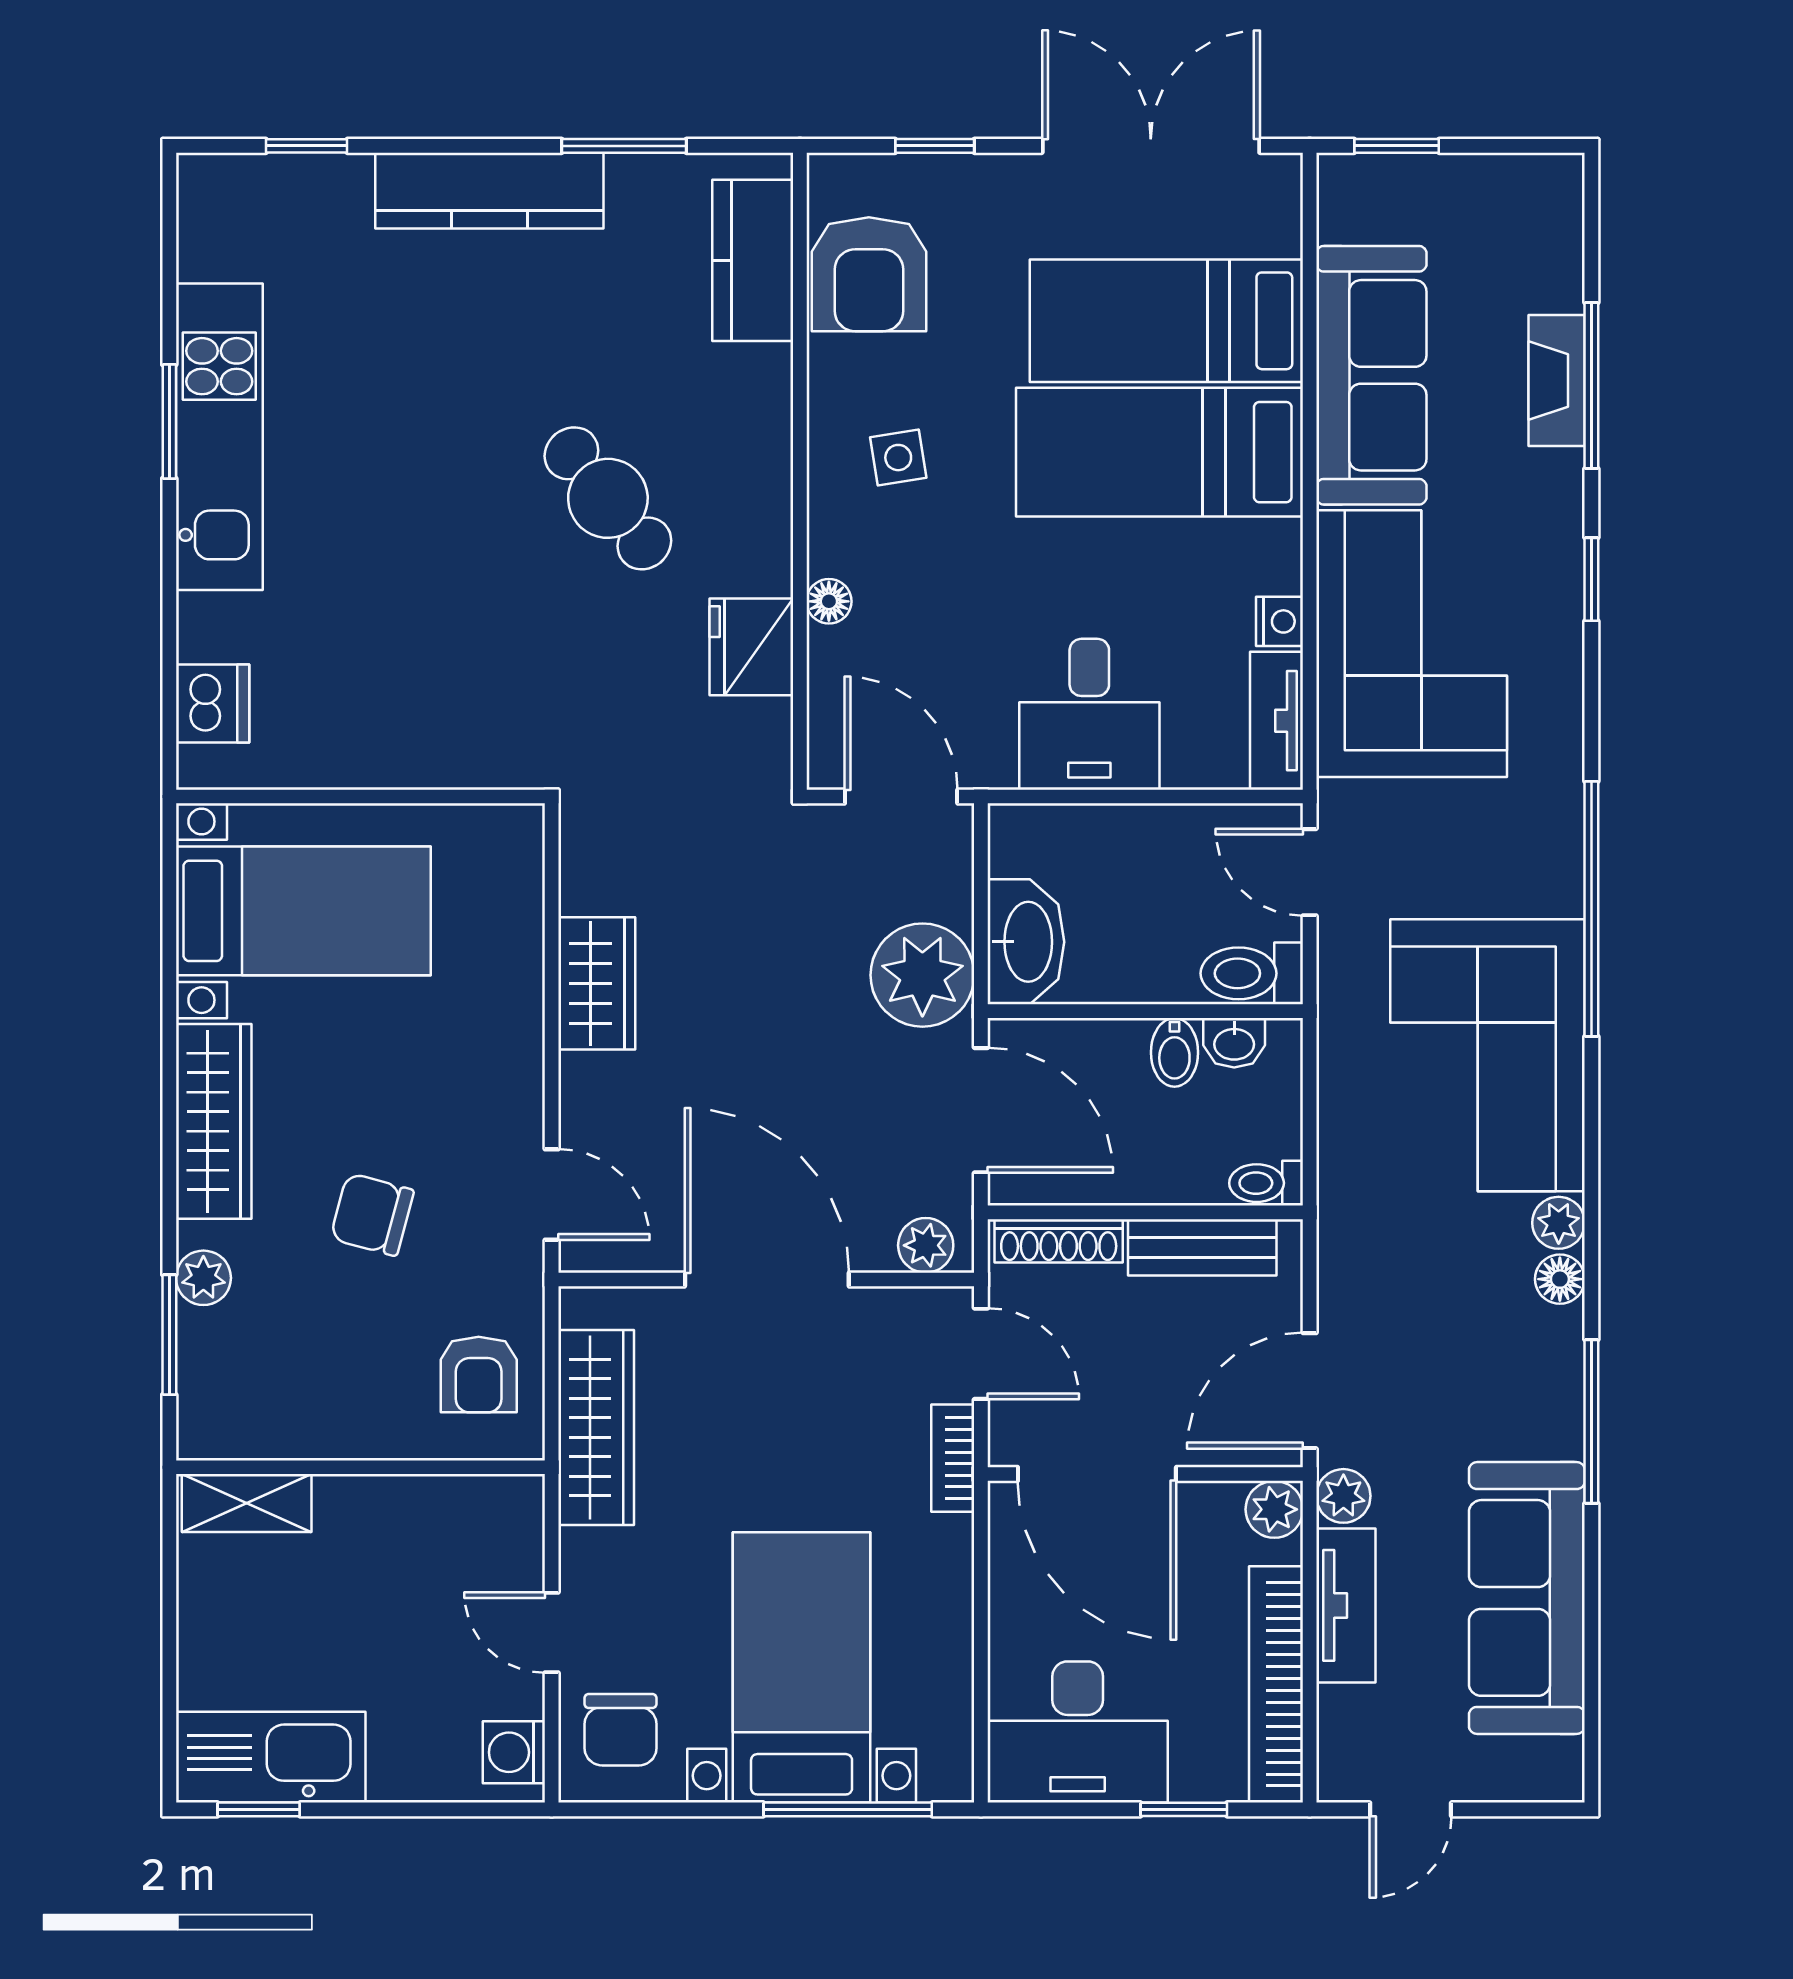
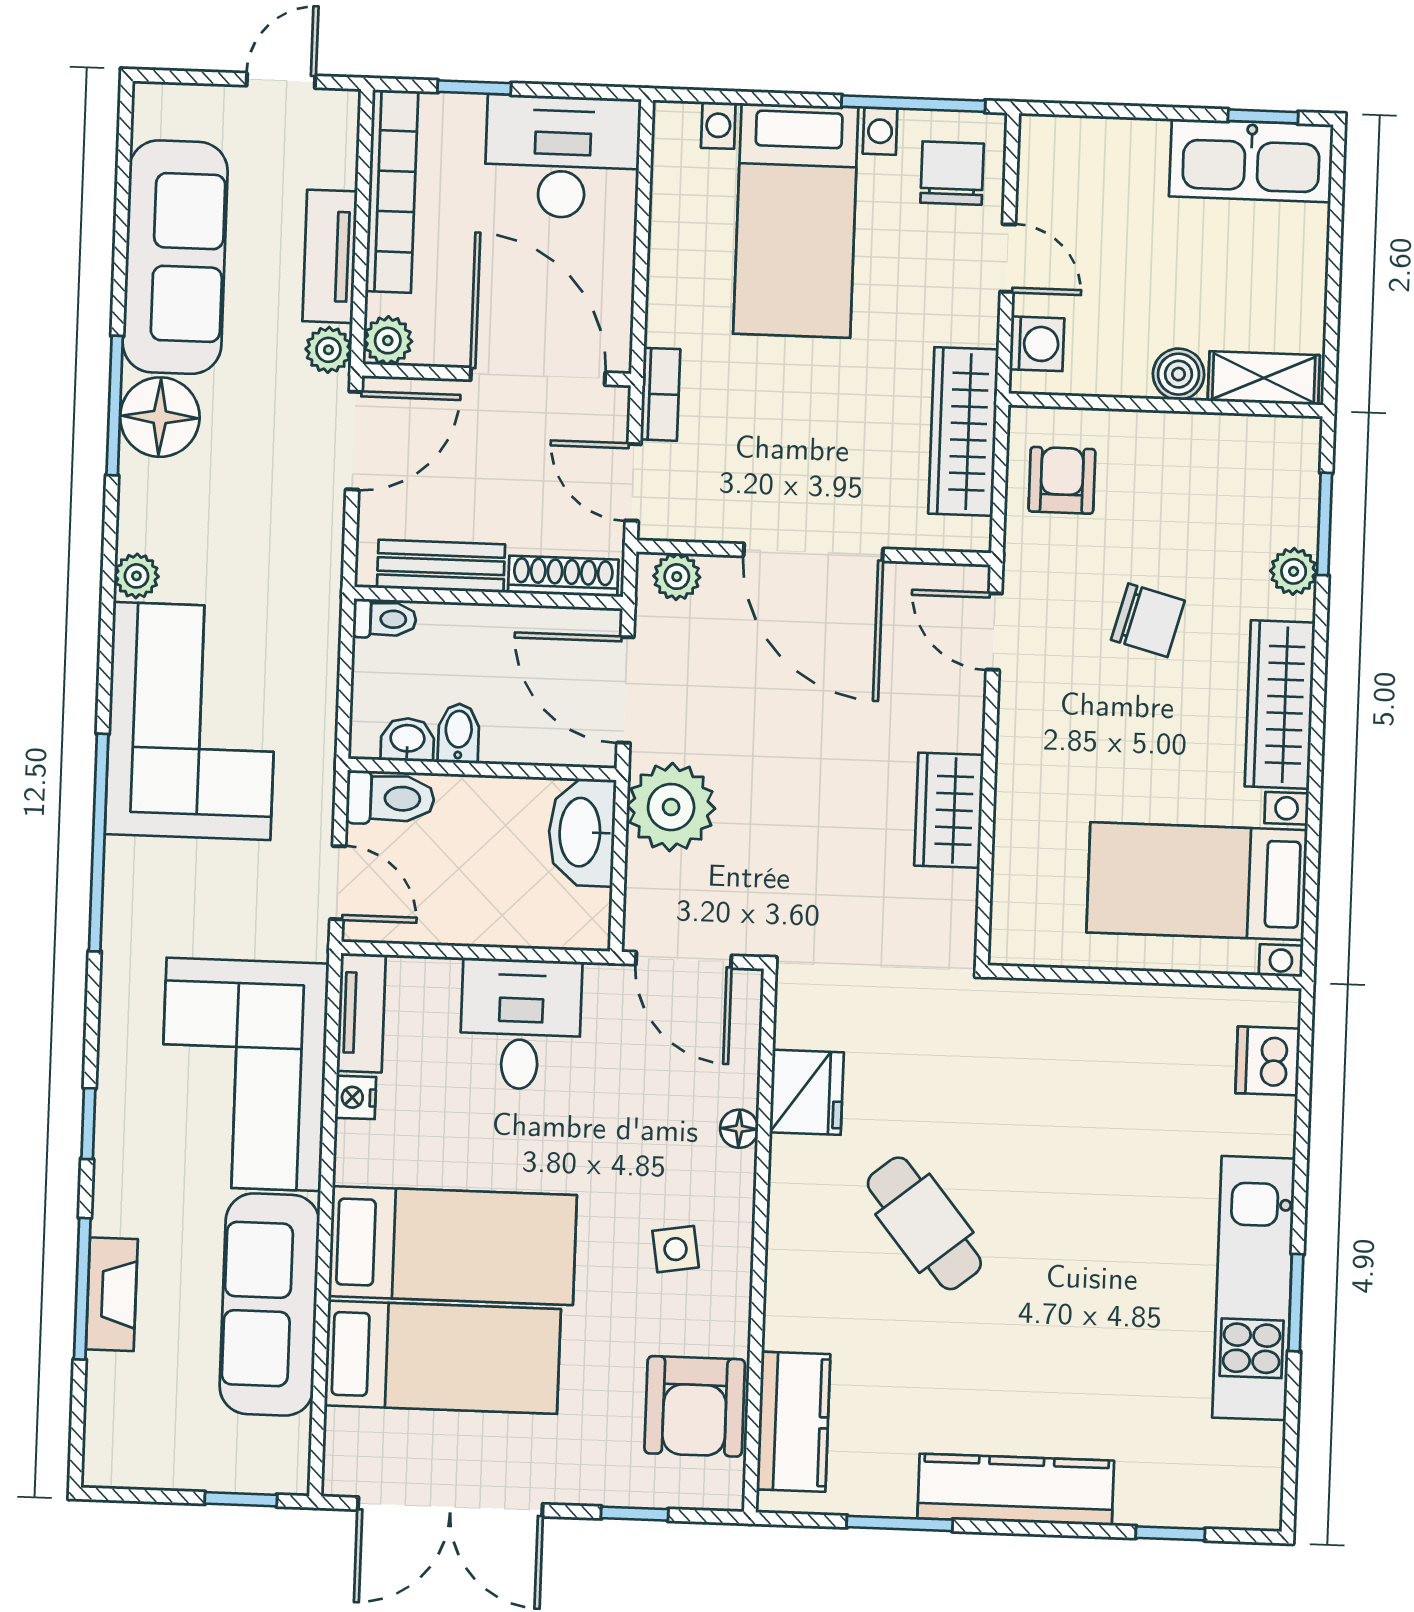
armchair: (869, 274) -> (695, 1406), turned 180
floor lamp: (1560, 1279) -> (160, 417), moved, width x1.89, depth x1.89
boiler: (347, 1504) -> (1179, 374), added
washing machine: (514, 1752) -> (1037, 344), moved
window: (848, 1809) -> (913, 104), moved

